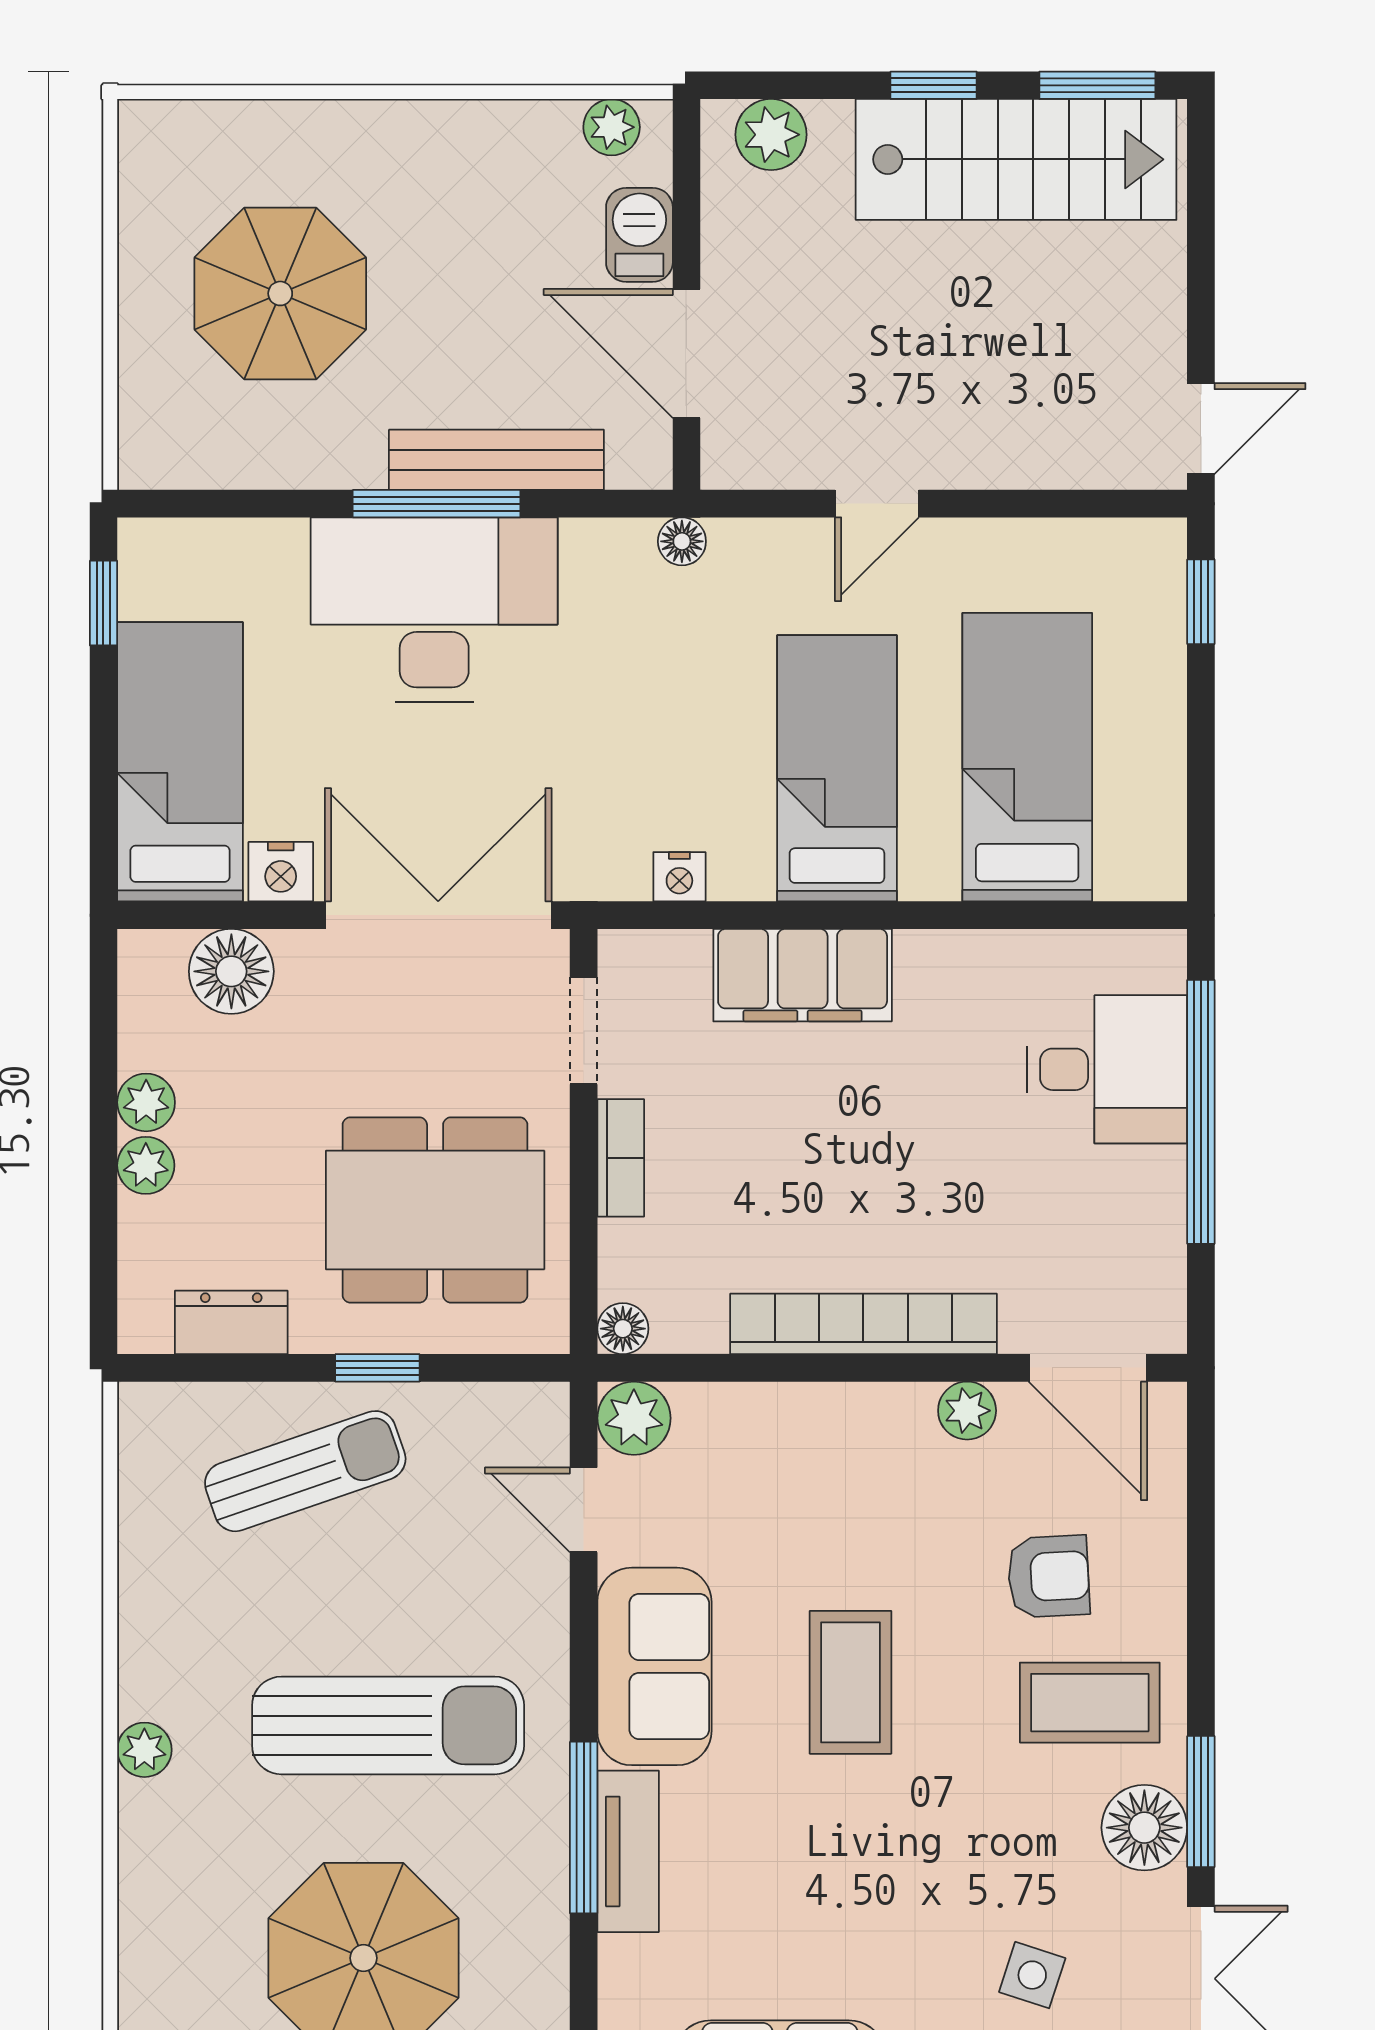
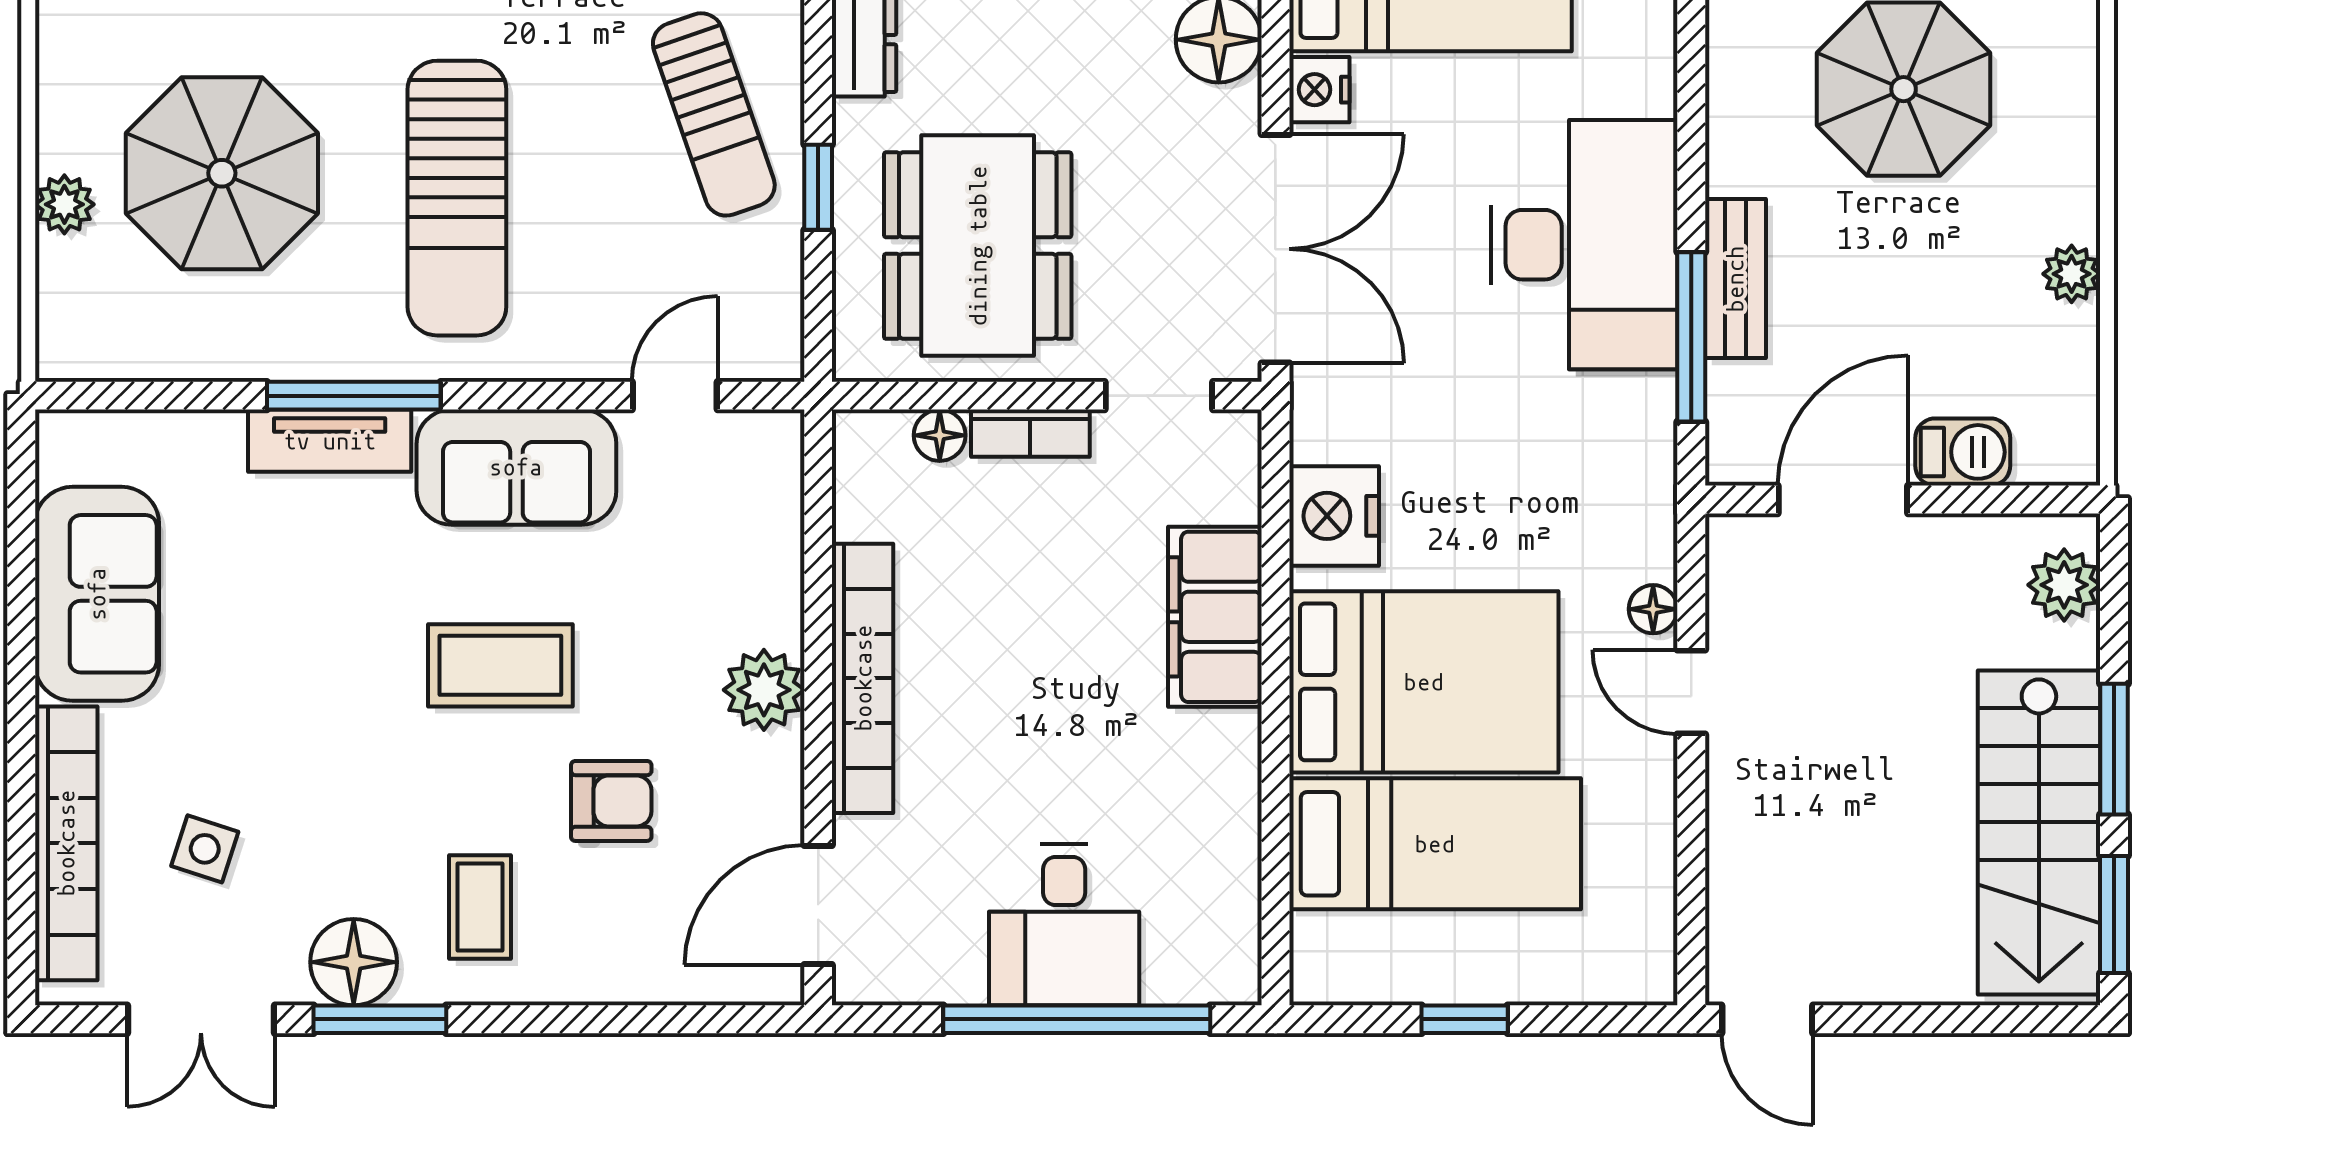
window: (934, 85) -> (2114, 749), width x1.50
plant: (612, 127) -> (2072, 274), moved
bench: (496, 460) -> (1735, 279), width x0.73
window: (437, 504) -> (1691, 337), moved
floor lamp: (682, 541) -> (1653, 609), moved
window: (1201, 602) -> (1465, 1019), moved
bed: (837, 768) -> (1424, 682), width x1.50
nightstand: (679, 877) -> (1334, 516), width x1.89, depth x1.79
desk: (1107, 1069) -> (1064, 925), moved
floor lamp: (623, 1329) -> (940, 435), moved
plant: (967, 1411) -> (764, 690), moved, width x1.38, depth x1.38
plant: (634, 1418) -> (767, 447), removed
armchair: (1049, 1576) -> (611, 801), moved, turned -87
coffee table: (1090, 1703) -> (480, 907), width x0.73, depth x0.77

